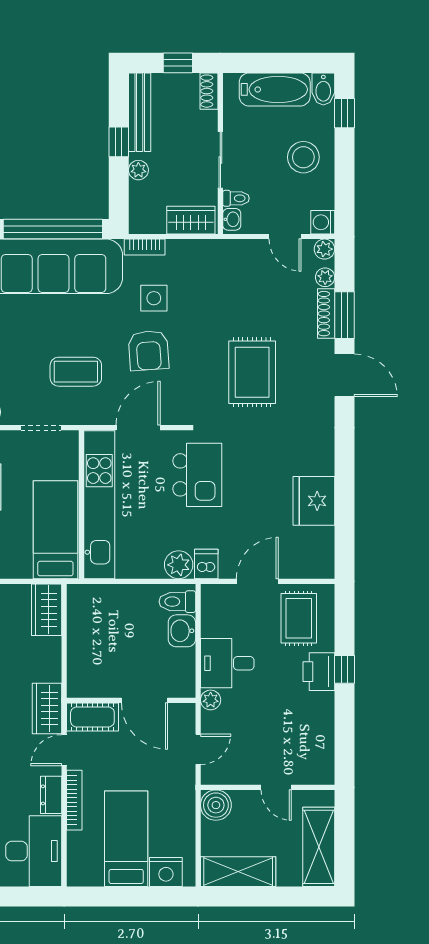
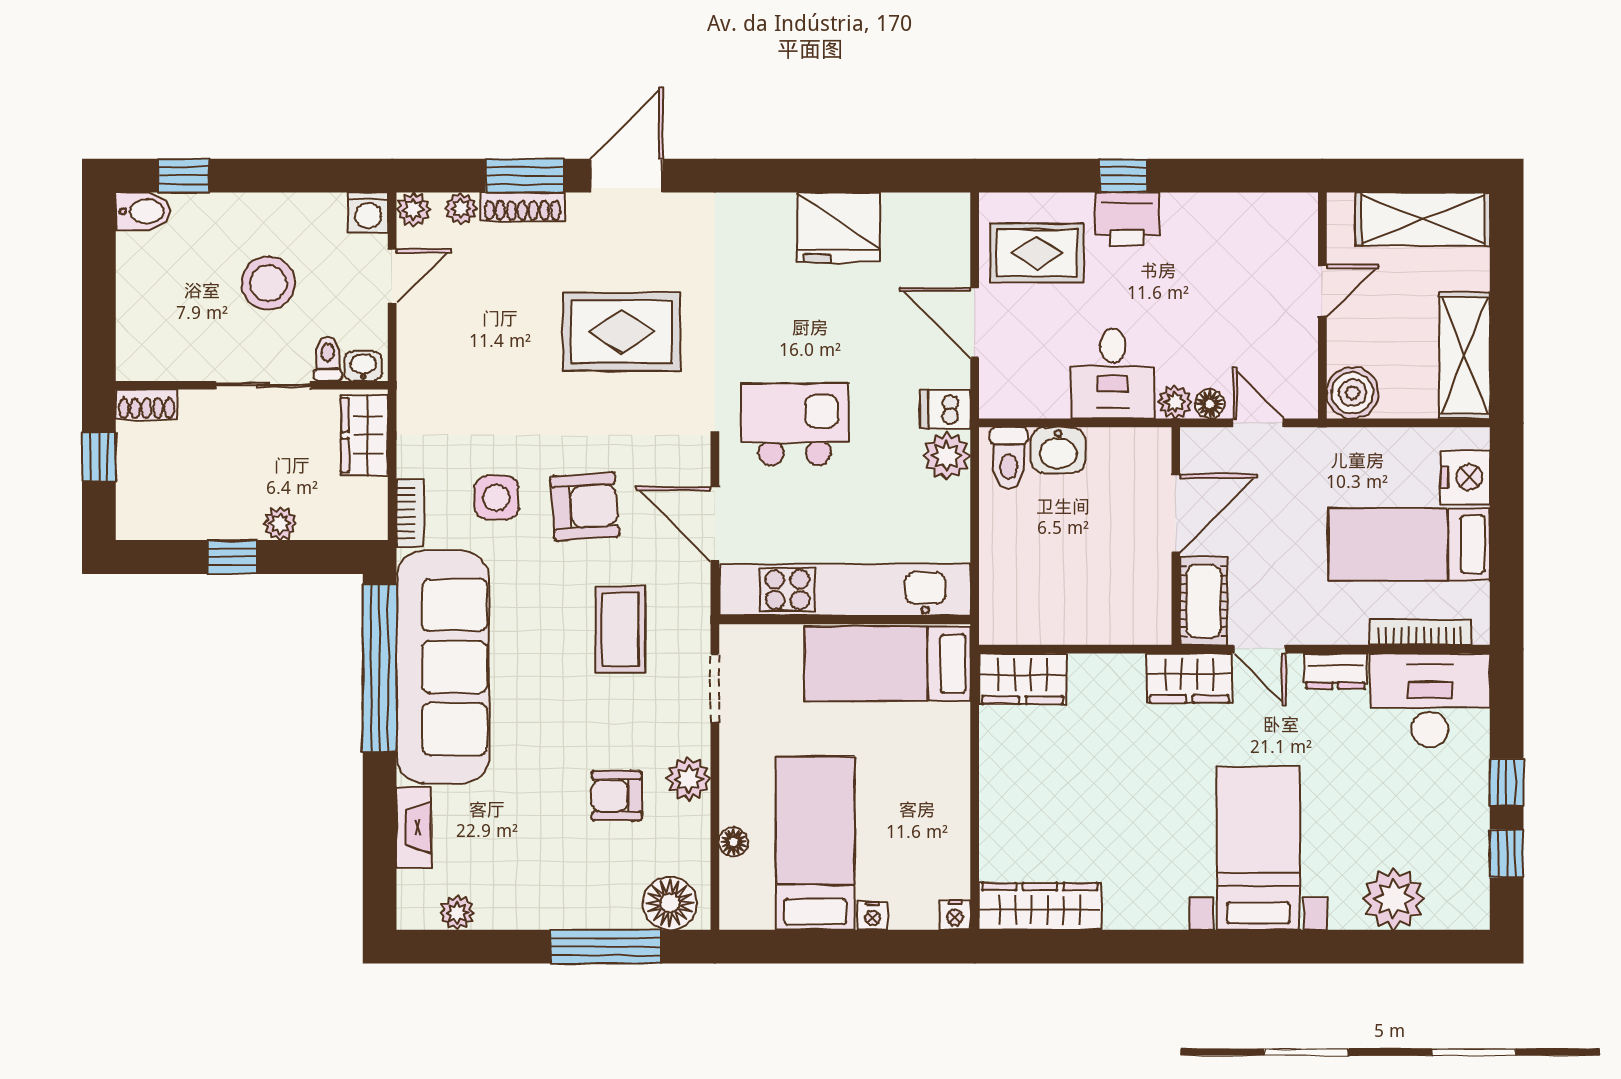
bathtub: (275, 89) -> (144, 294), removed
bench: (140, 112) -> (182, 522), removed
stool: (303, 157) -> (268, 283), moved
floor lamp: (209, 721) -> (1210, 404), added
bookcase: (74, 800) -> (1420, 632), moved

